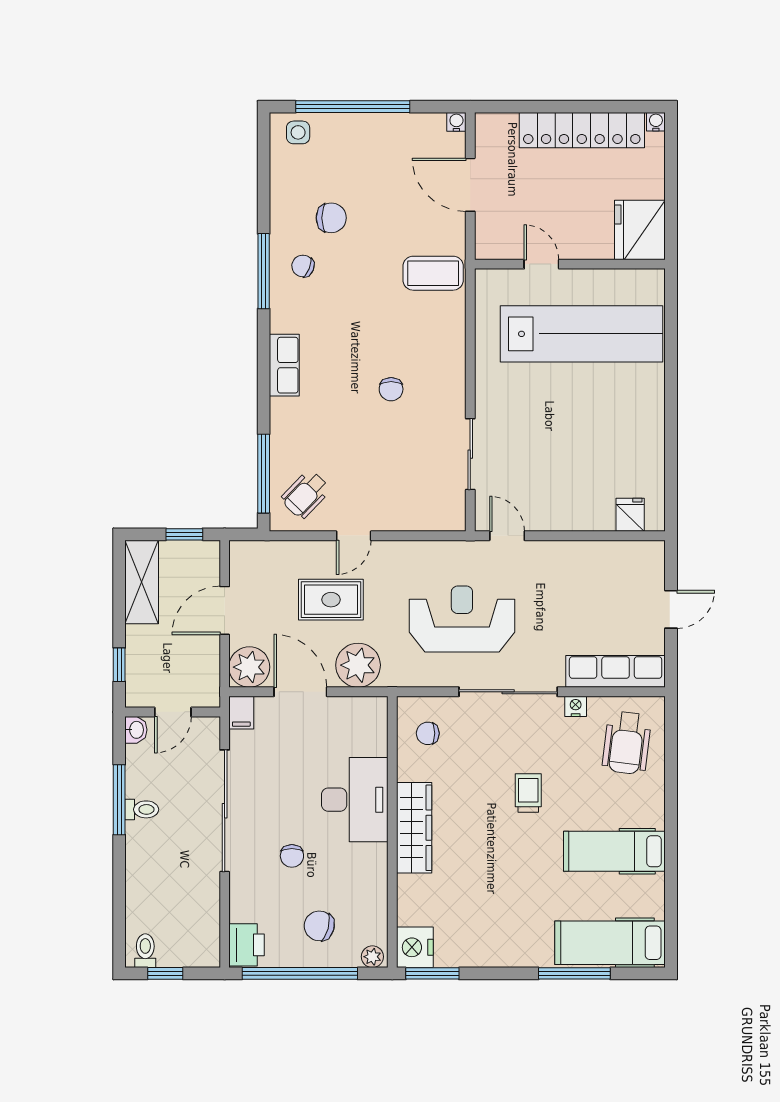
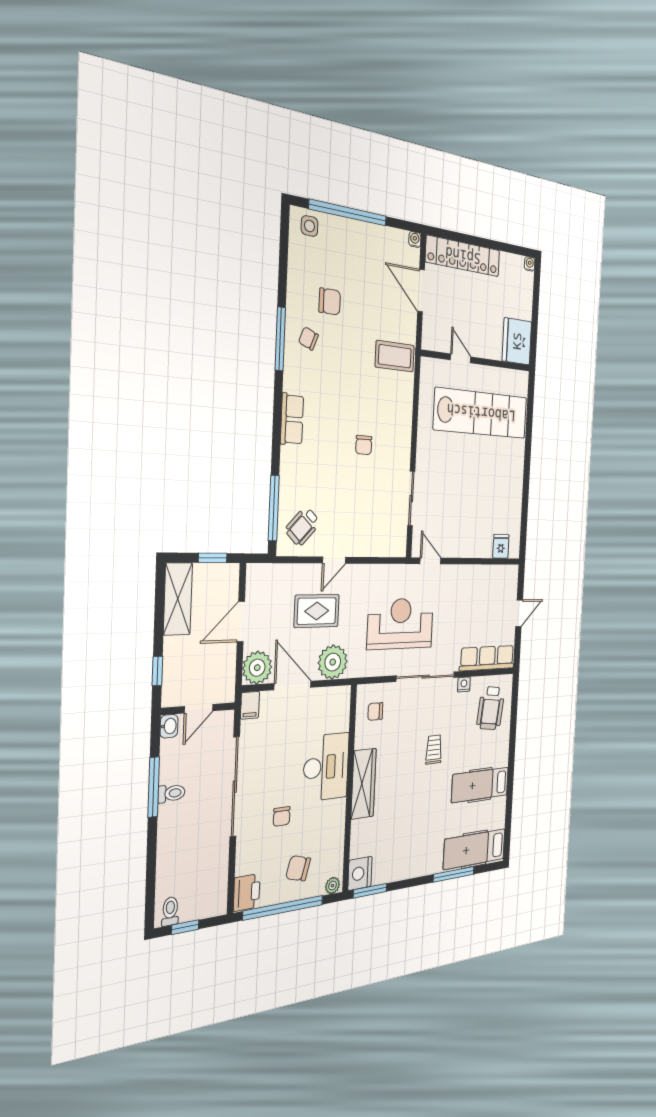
locker: (582, 130) -> (463, 256), moved

